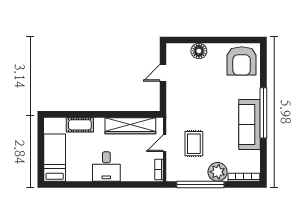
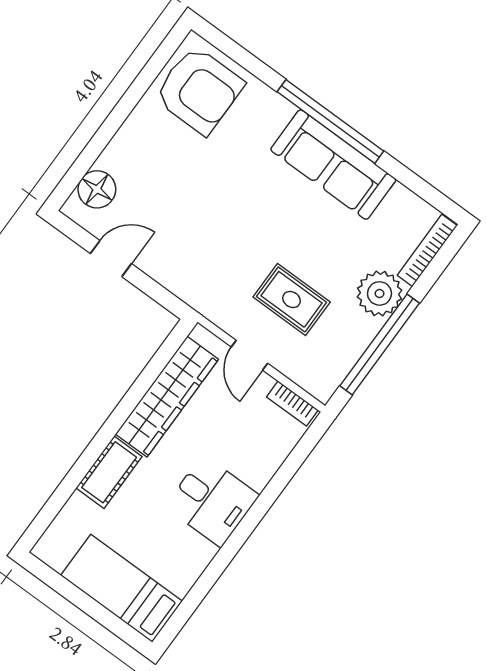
floor lamp: (199, 51) -> (97, 189), moved
door: (163, 73) -> (111, 259), swing flipped
cot: (80, 125) -> (109, 472), moved

